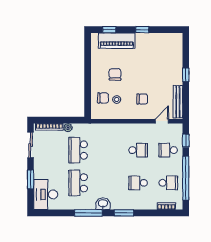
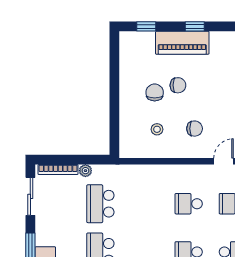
piano: (117, 41) -> (182, 43), moved
chair: (103, 98) -> (178, 85), moved
school desk: (138, 150) -> (189, 204), turned 180

